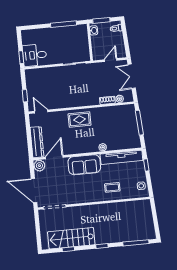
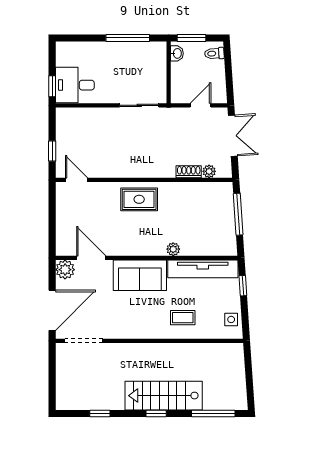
double door: (132, 76) -> (233, 136), swing flipped
dresser: (37, 142) -> (65, 230), removed
door: (54, 157) -> (91, 258), hinge flipped
door: (34, 191) -> (52, 310), swing flipped
stairs: (71, 238) -> (164, 396), moved

